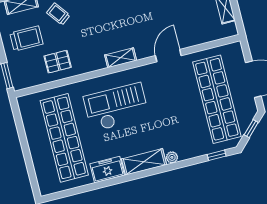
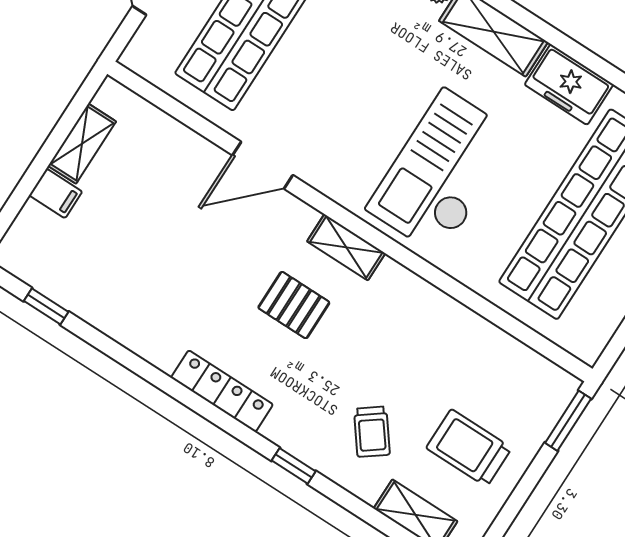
pallet: (58, 62) -> (294, 305), moved
checkout: (116, 107) -> (442, 172), turned 90

